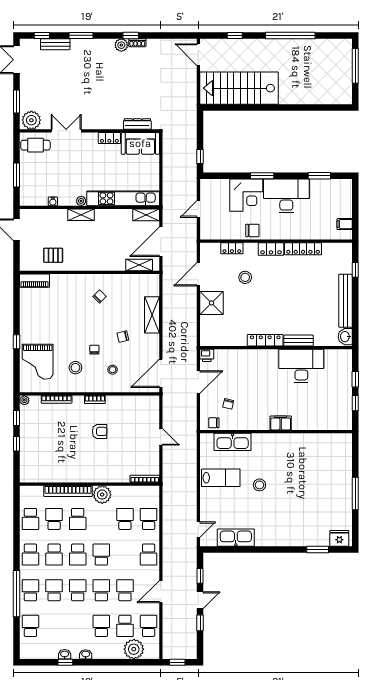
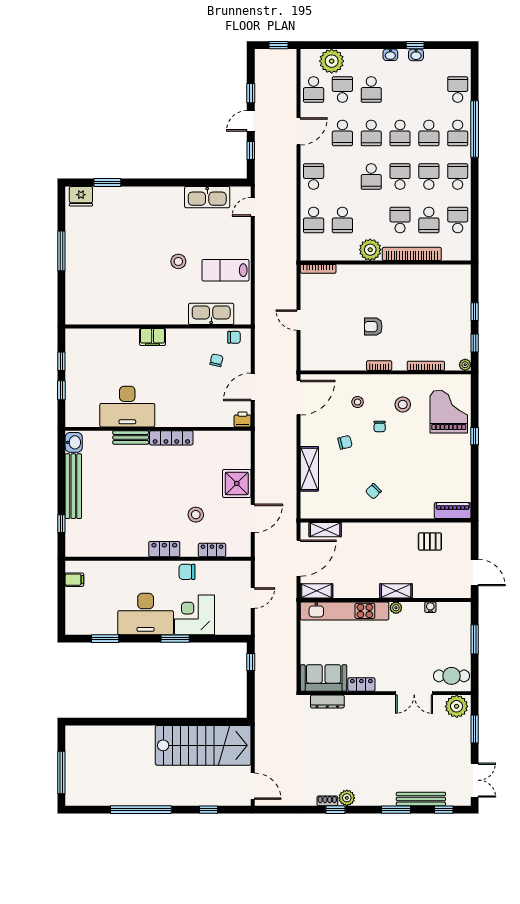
bench: (55, 44) -> (421, 799), width x1.36
locker: (303, 249) -> (125, 549), removed
school desk: (30, 626) -> (458, 89), turned 180

